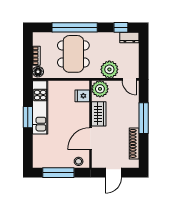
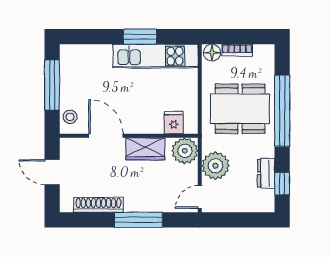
dresser: (129, 37) -> (266, 173), moved

